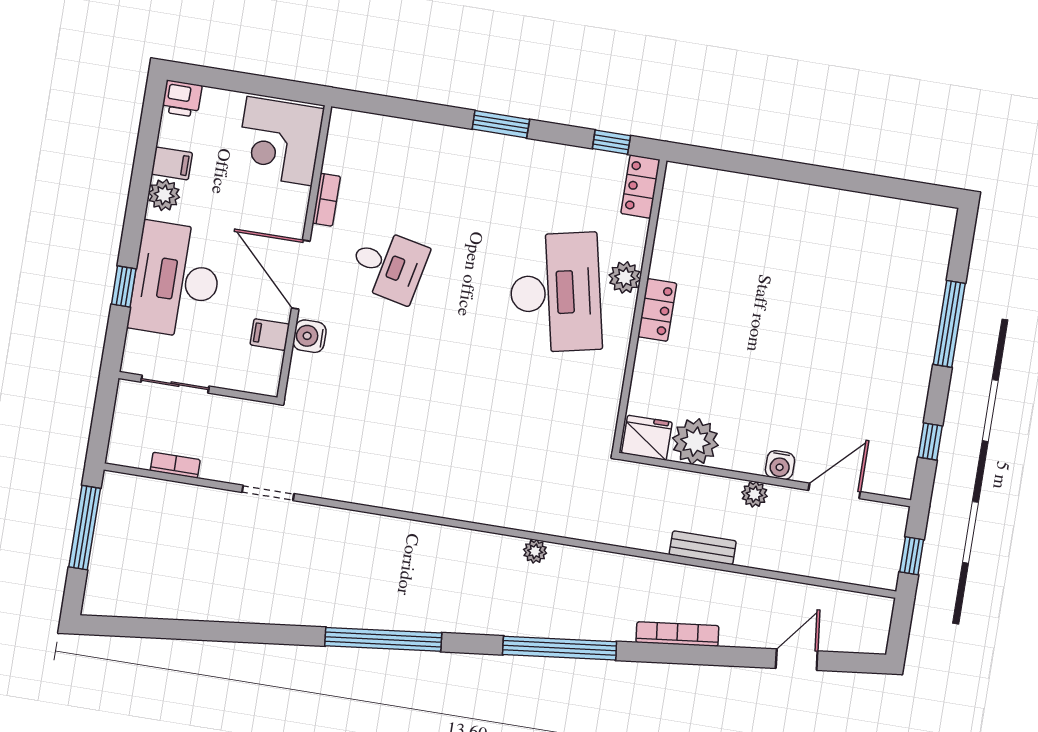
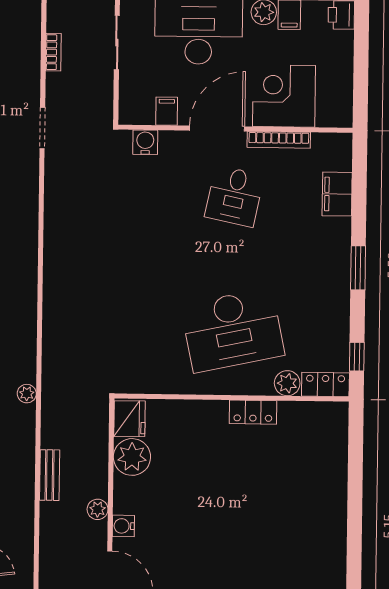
filing cabinet: (405, 137) -> (337, 194), added
corner desk: (280, 141) -> (284, 96), moved
bookcase: (326, 200) -> (279, 140), width x1.56
plant: (625, 277) -> (287, 383), moved
locker: (657, 310) -> (253, 412), moved
water cooler: (310, 336) -> (145, 142), moved
plant: (535, 551) -> (27, 394), moved

